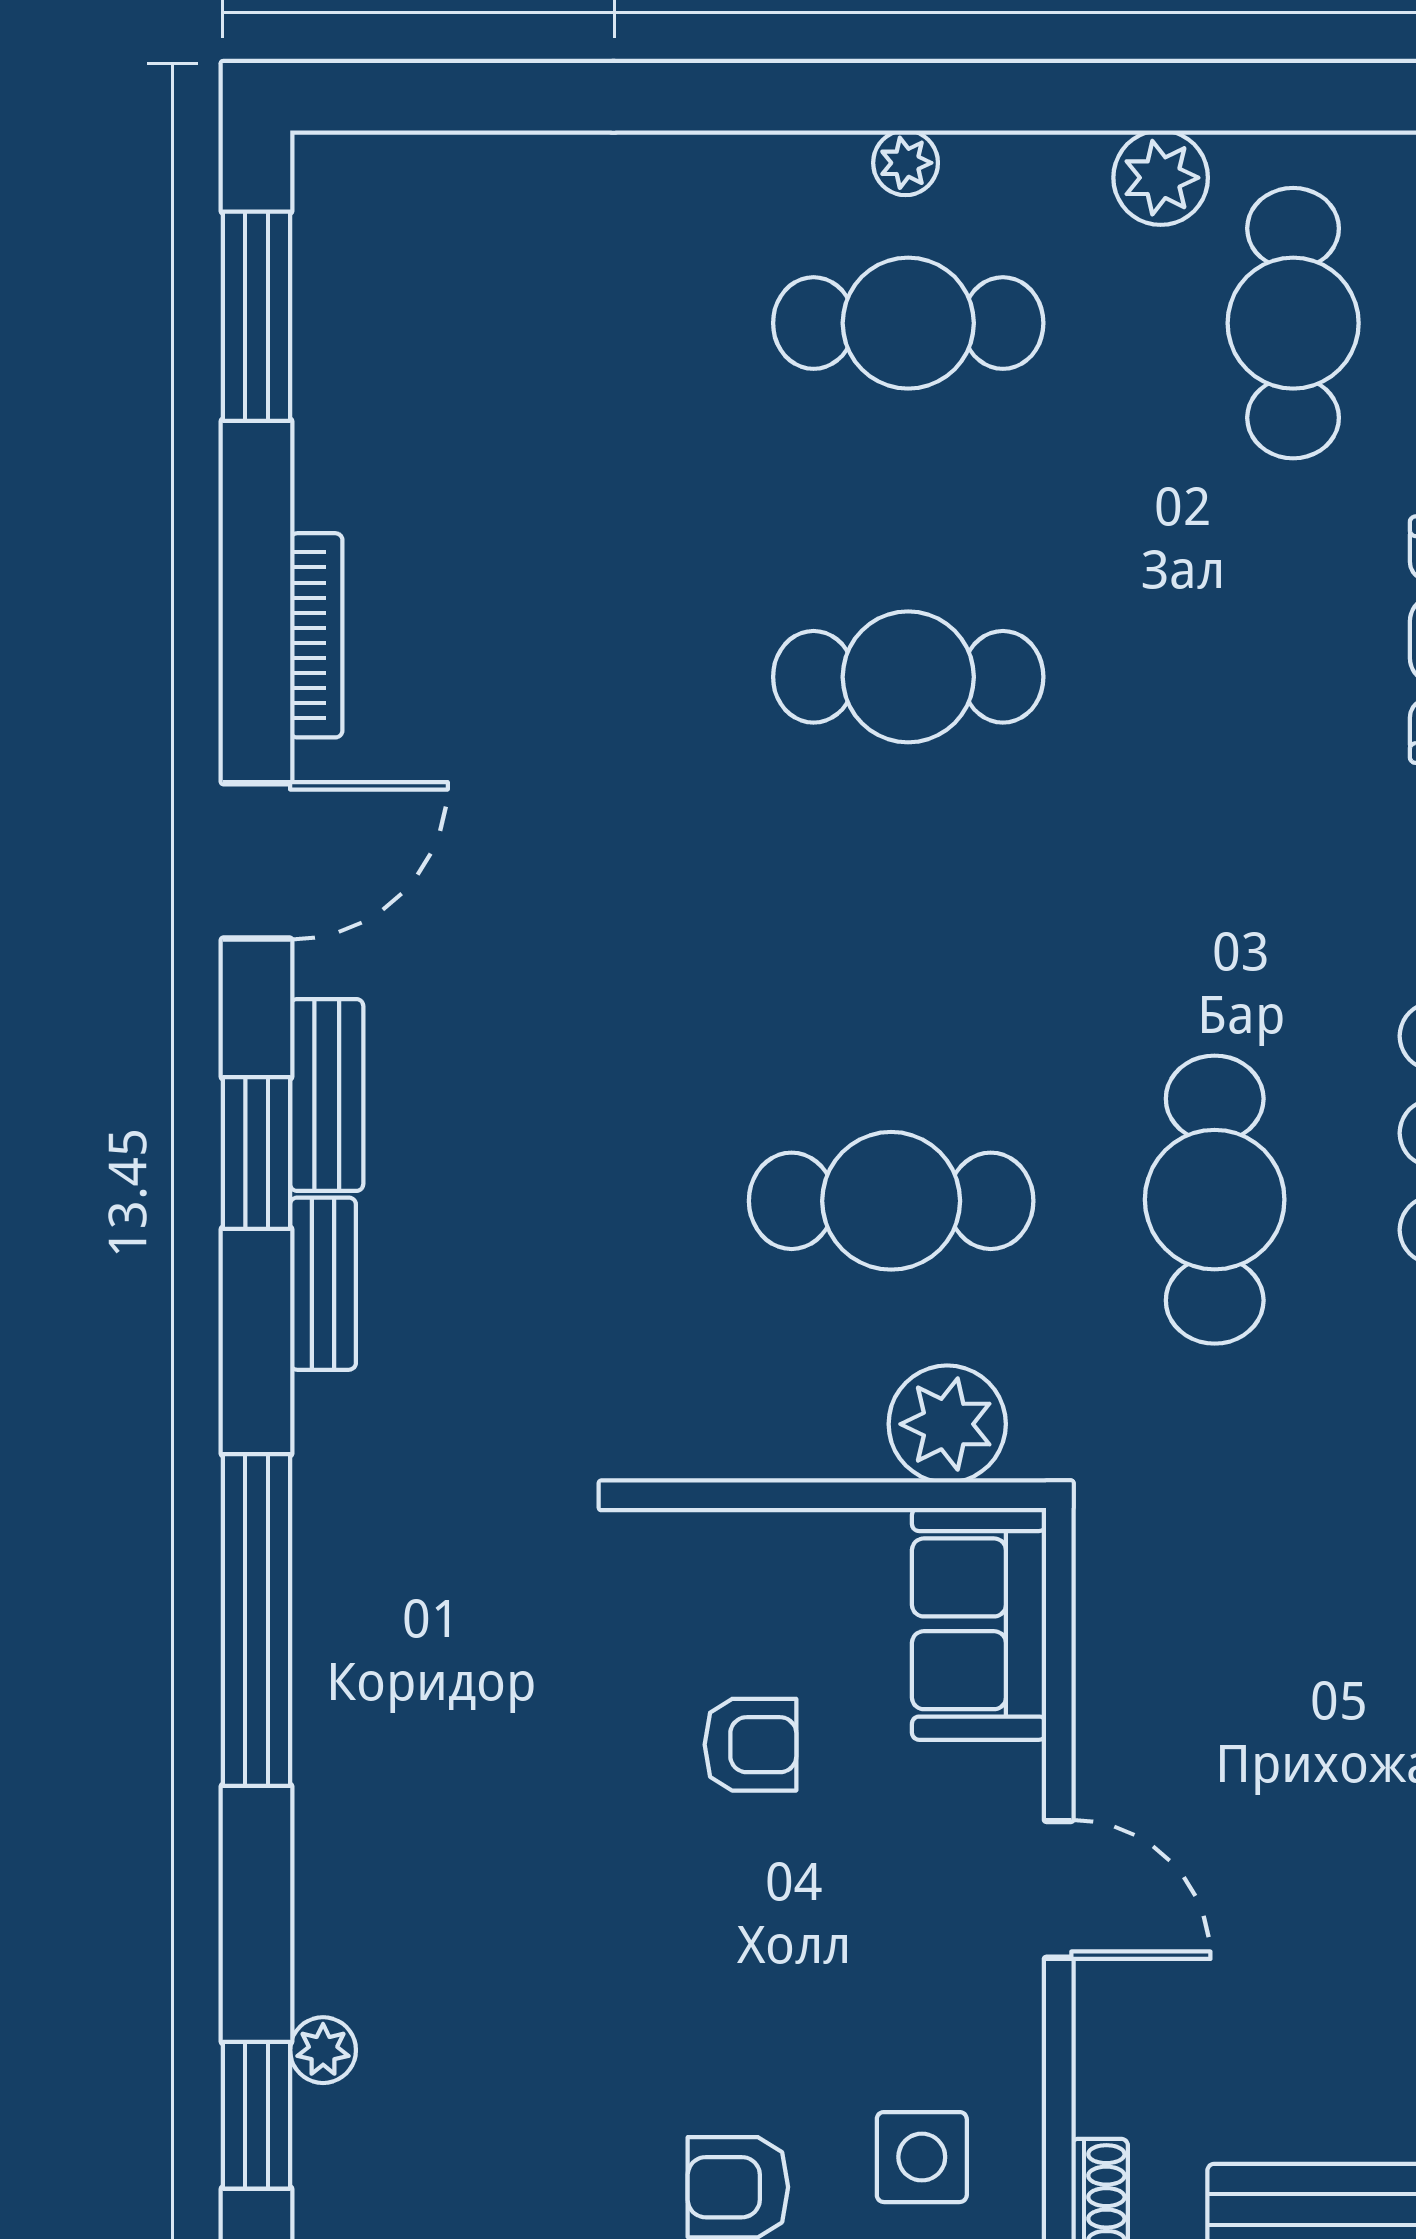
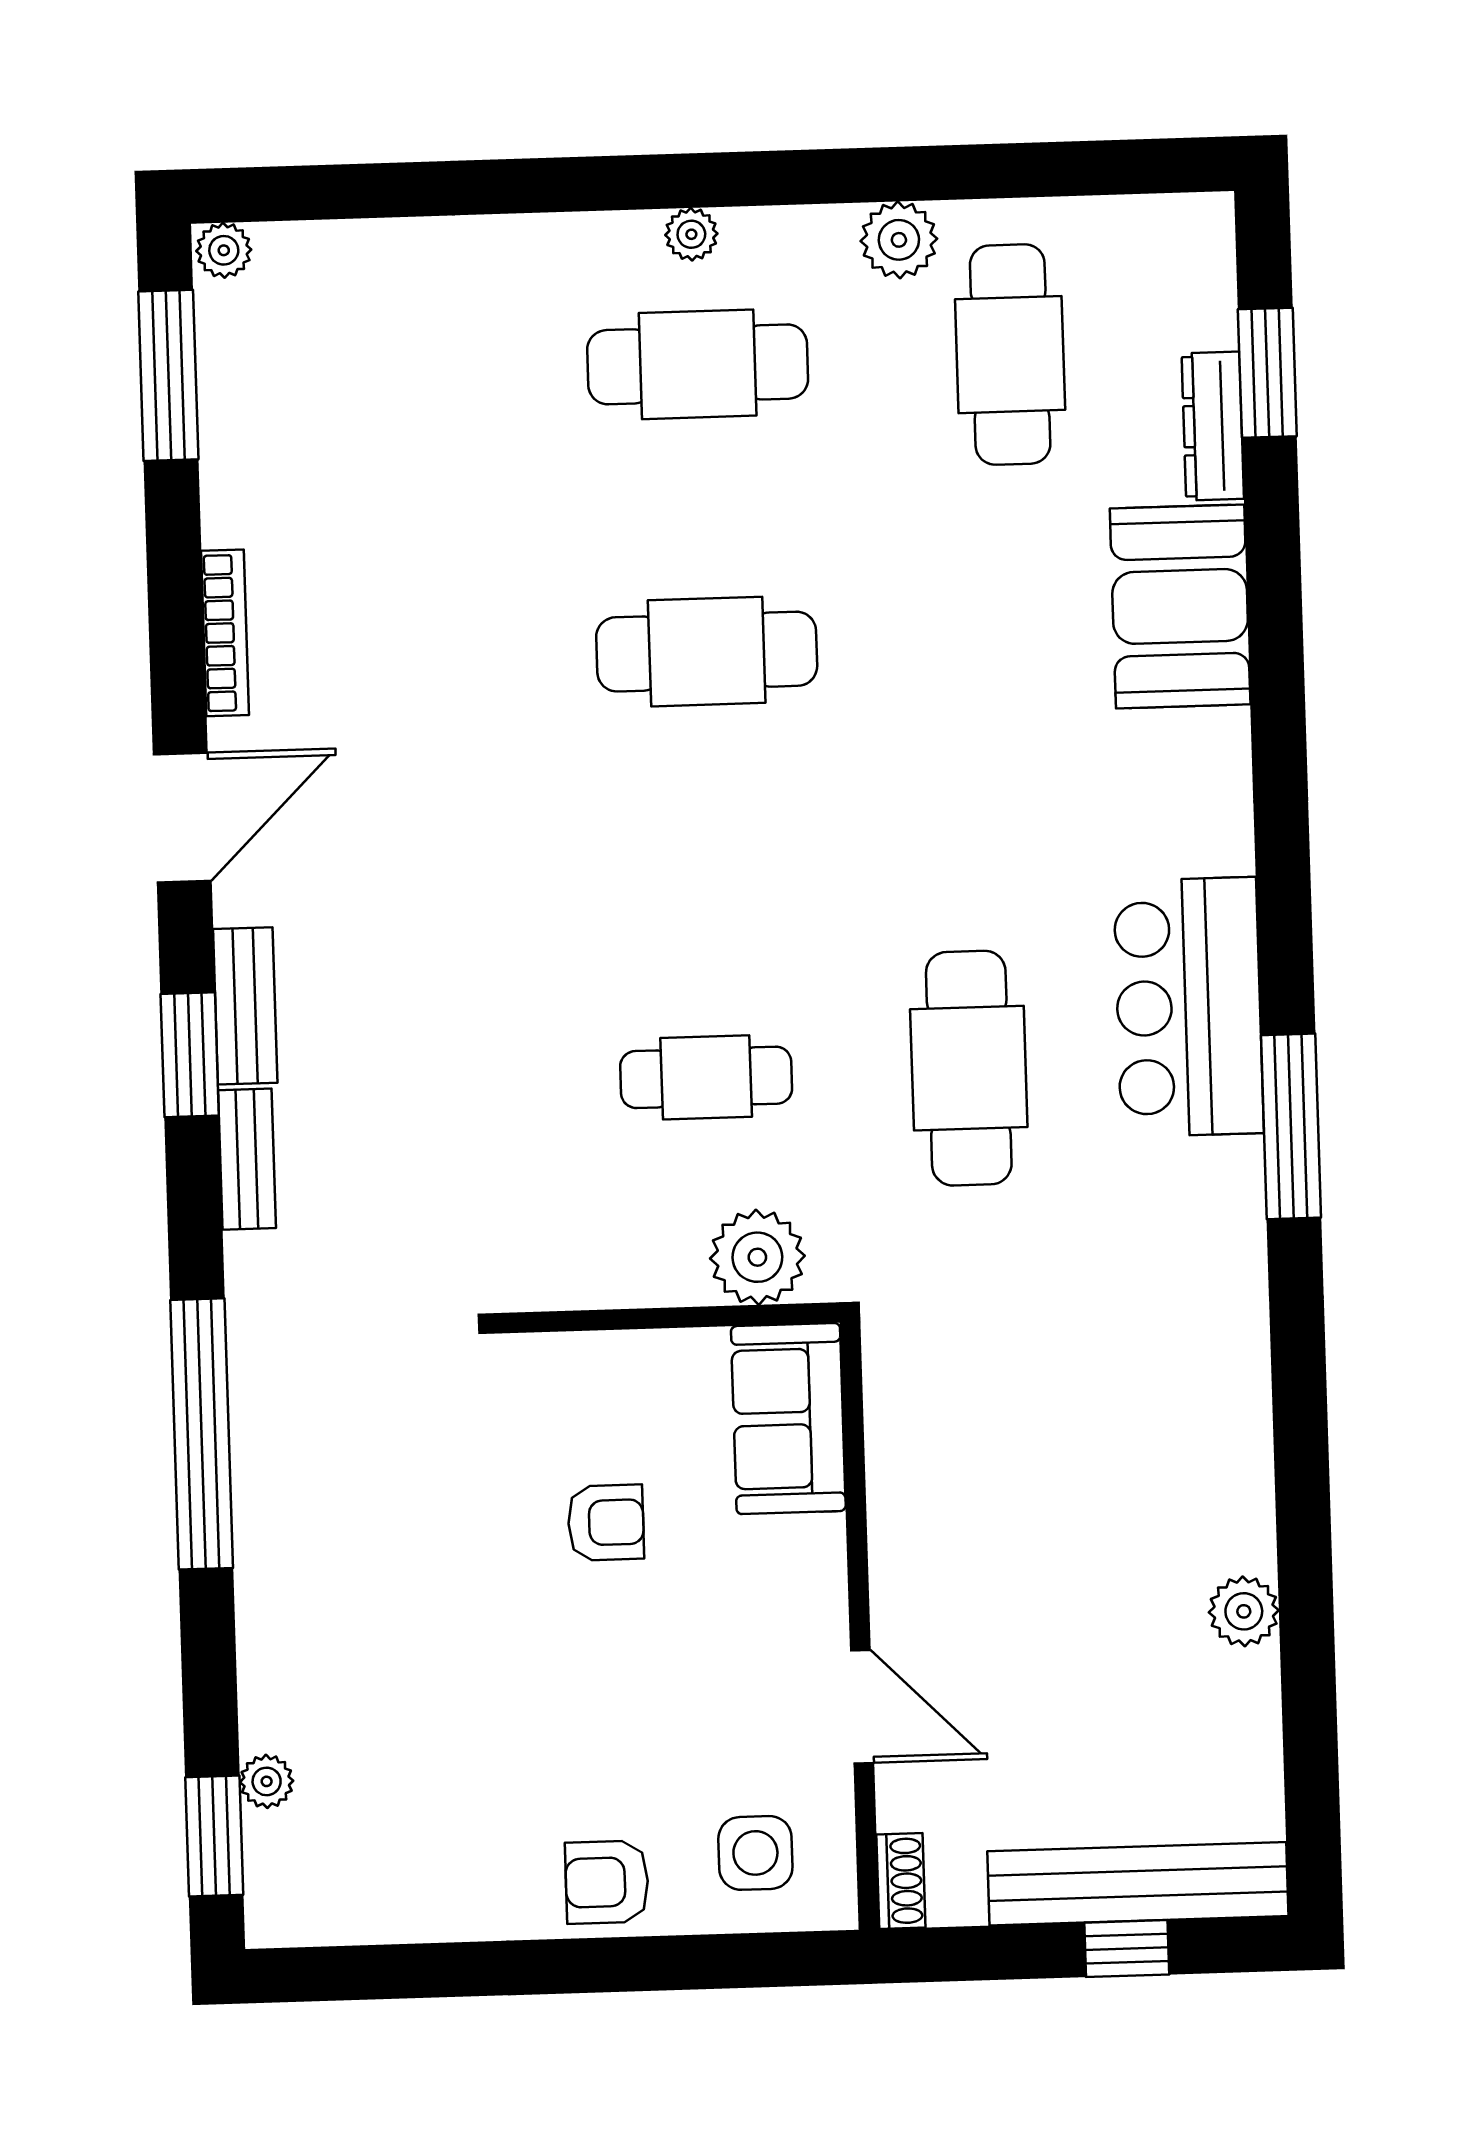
plant: (330, 164) -> (224, 250), added
cafe table: (891, 1201) -> (706, 1077), width x0.73, depth x0.74
door: (1059, 1889) -> (862, 1707), moved

